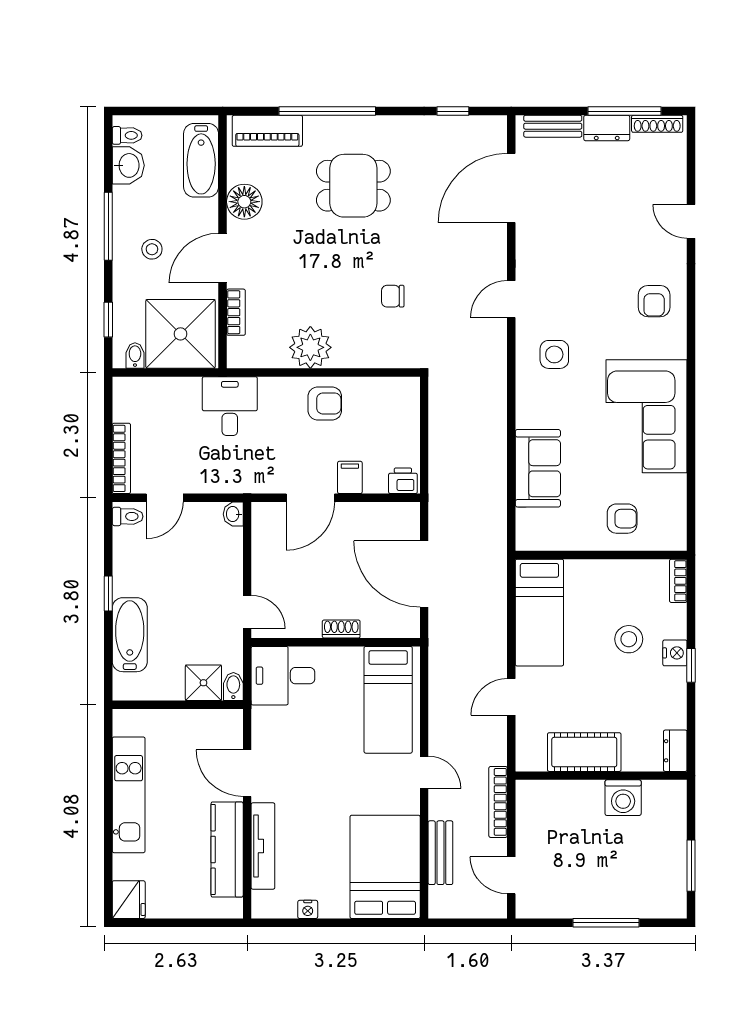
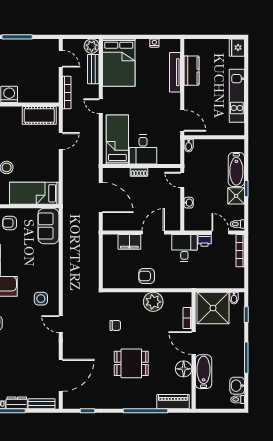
bathtub: (201, 160) -> (204, 372), moved
dining table: (353, 186) -> (131, 363), moved
stool: (152, 249) -> (226, 347), removed
door: (223, 258) -> (194, 343), swing flipped
door: (511, 299) -> (61, 324), swing flipped
desk: (230, 406) -> (184, 248), moved, turned 180
sofa: (538, 468) -> (48, 226), moved
filing cabinet: (350, 477) -> (129, 242), width x2.00
printer: (403, 481) -> (205, 240), moved
door: (165, 498) -> (220, 233), hinge flipped
washbasin: (233, 514) -> (189, 203), moved
bed: (539, 613) -> (34, 193), moved, turned -90
desk: (283, 676) -> (143, 150), moved, turned 90
shower: (203, 683) -> (236, 196), moved
cot: (584, 752) -> (39, 115), moved
door: (247, 773) -> (182, 121), moved
kitchen counter: (227, 849) -> (192, 71), width x0.67
plant: (444, 903) -> (92, 46), added

